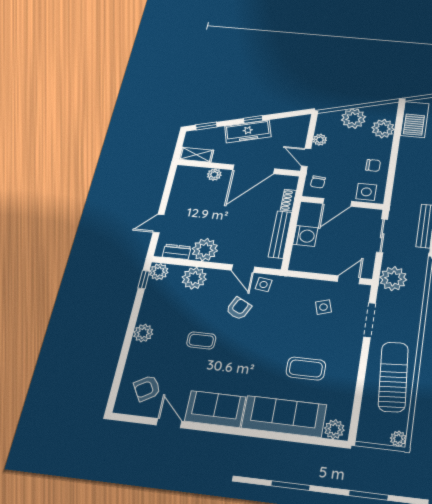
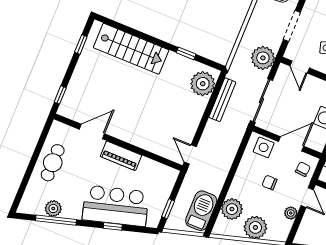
chair: (373, 165) -> (269, 183), moved
sliding door: (382, 236) -> (261, 101), width x1.37
door: (349, 280) -> (300, 67), hinge flipped

